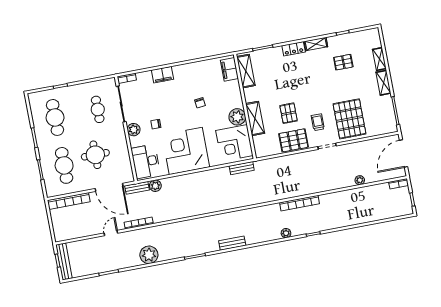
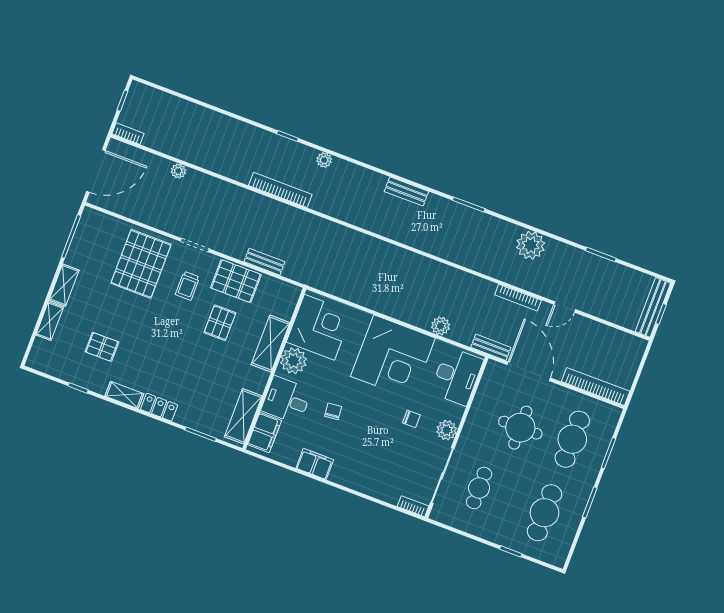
filing cabinet: (163, 75) -> (315, 464), moved
desk: (228, 94) -> (286, 400), added
bench: (242, 168) -> (264, 262), moved
plant: (155, 186) -> (441, 326), moved

